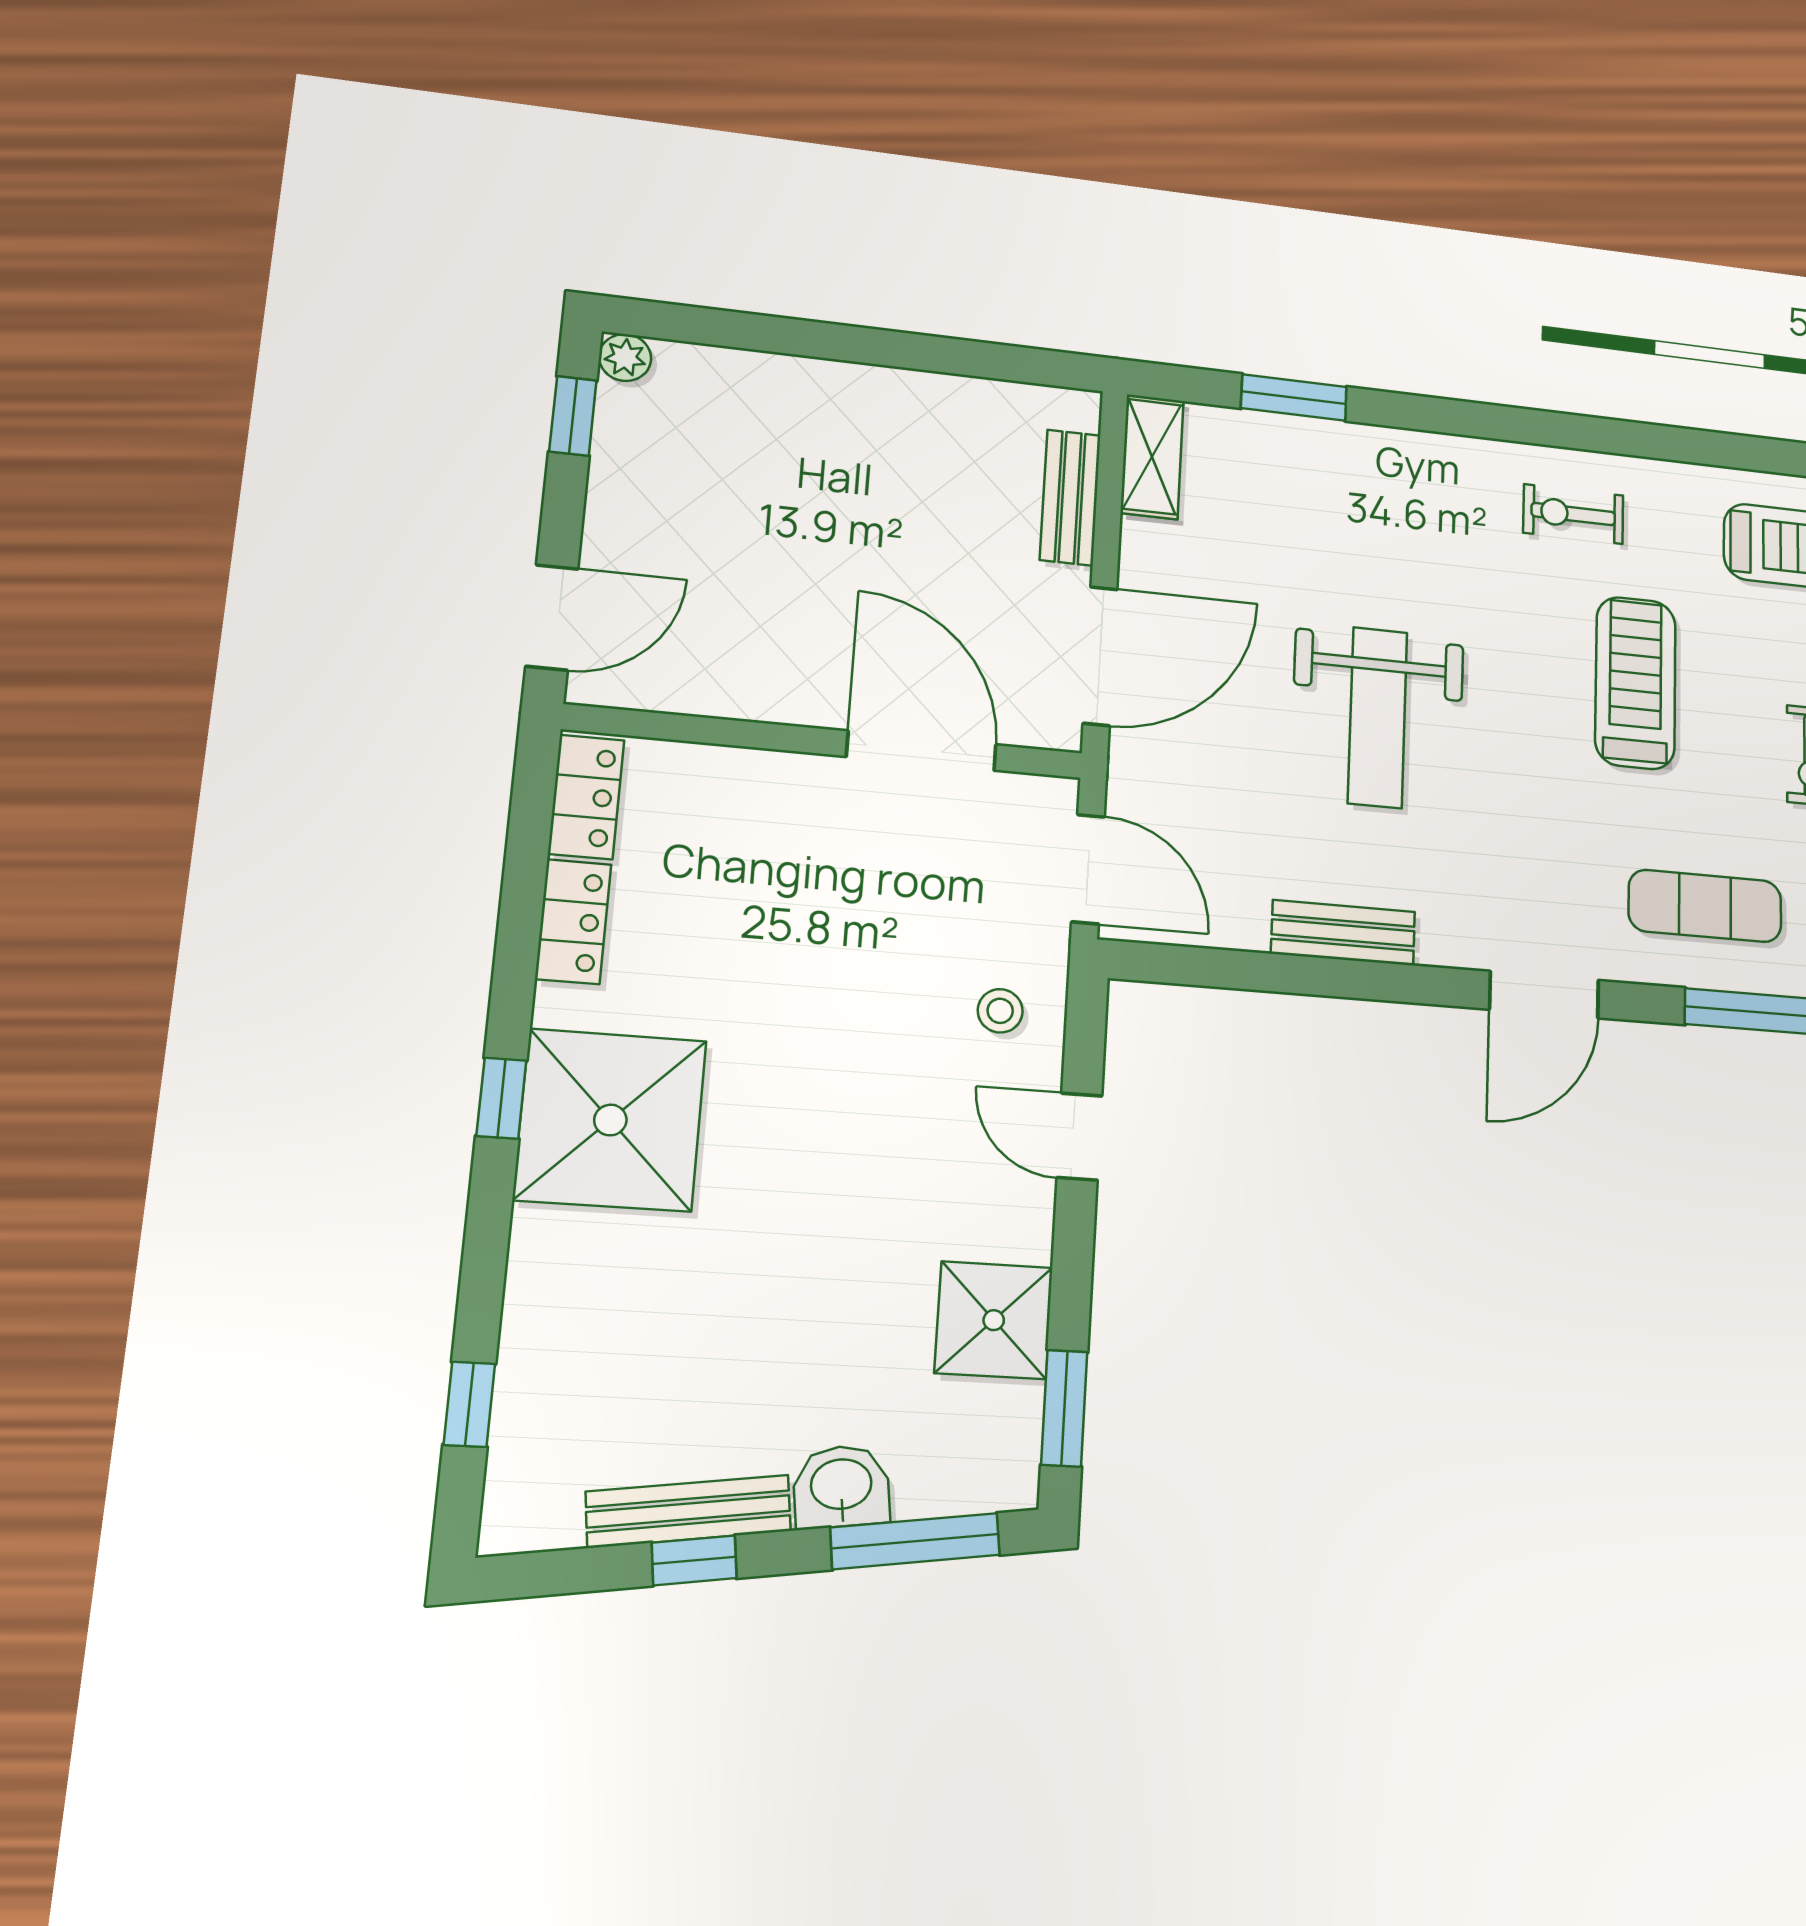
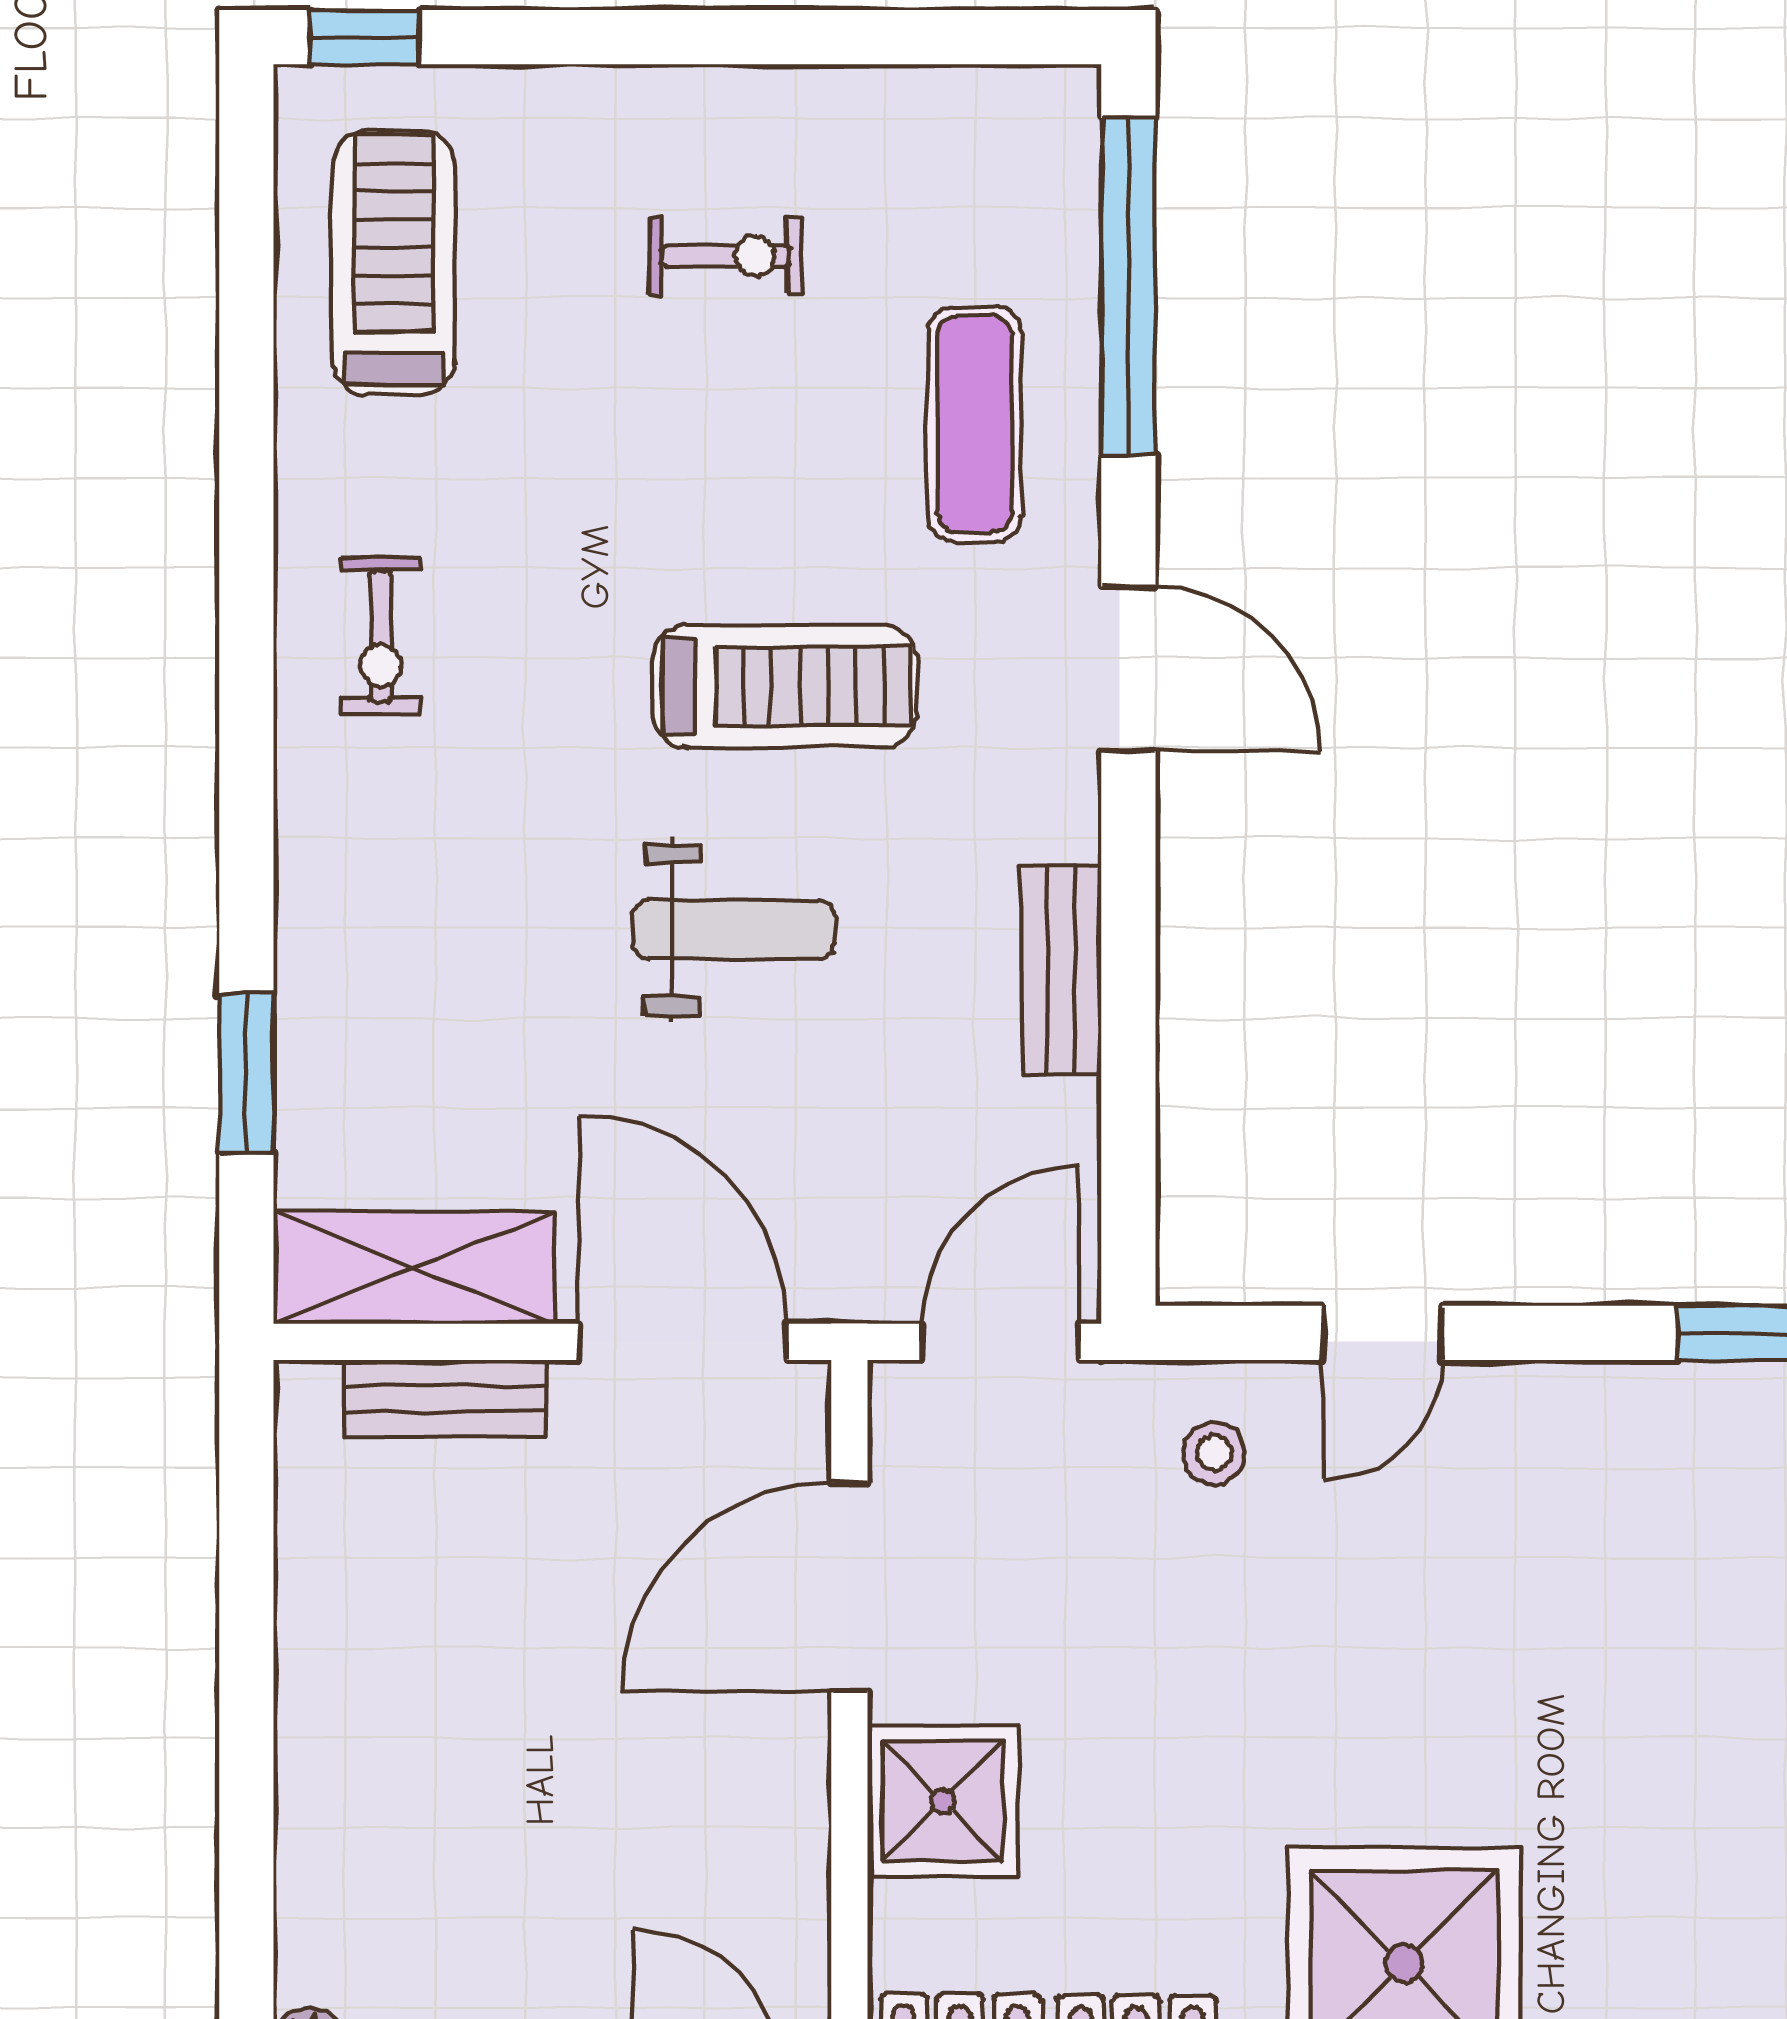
shelving: (1152, 457) -> (414, 1268), width x1.50, depth x1.33
treadmill: (1635, 683) -> (785, 686), moved, turned 180
weight bench: (1377, 717) -> (733, 930), width x0.73, depth x0.75
shower: (994, 1320) -> (943, 1801), moved

